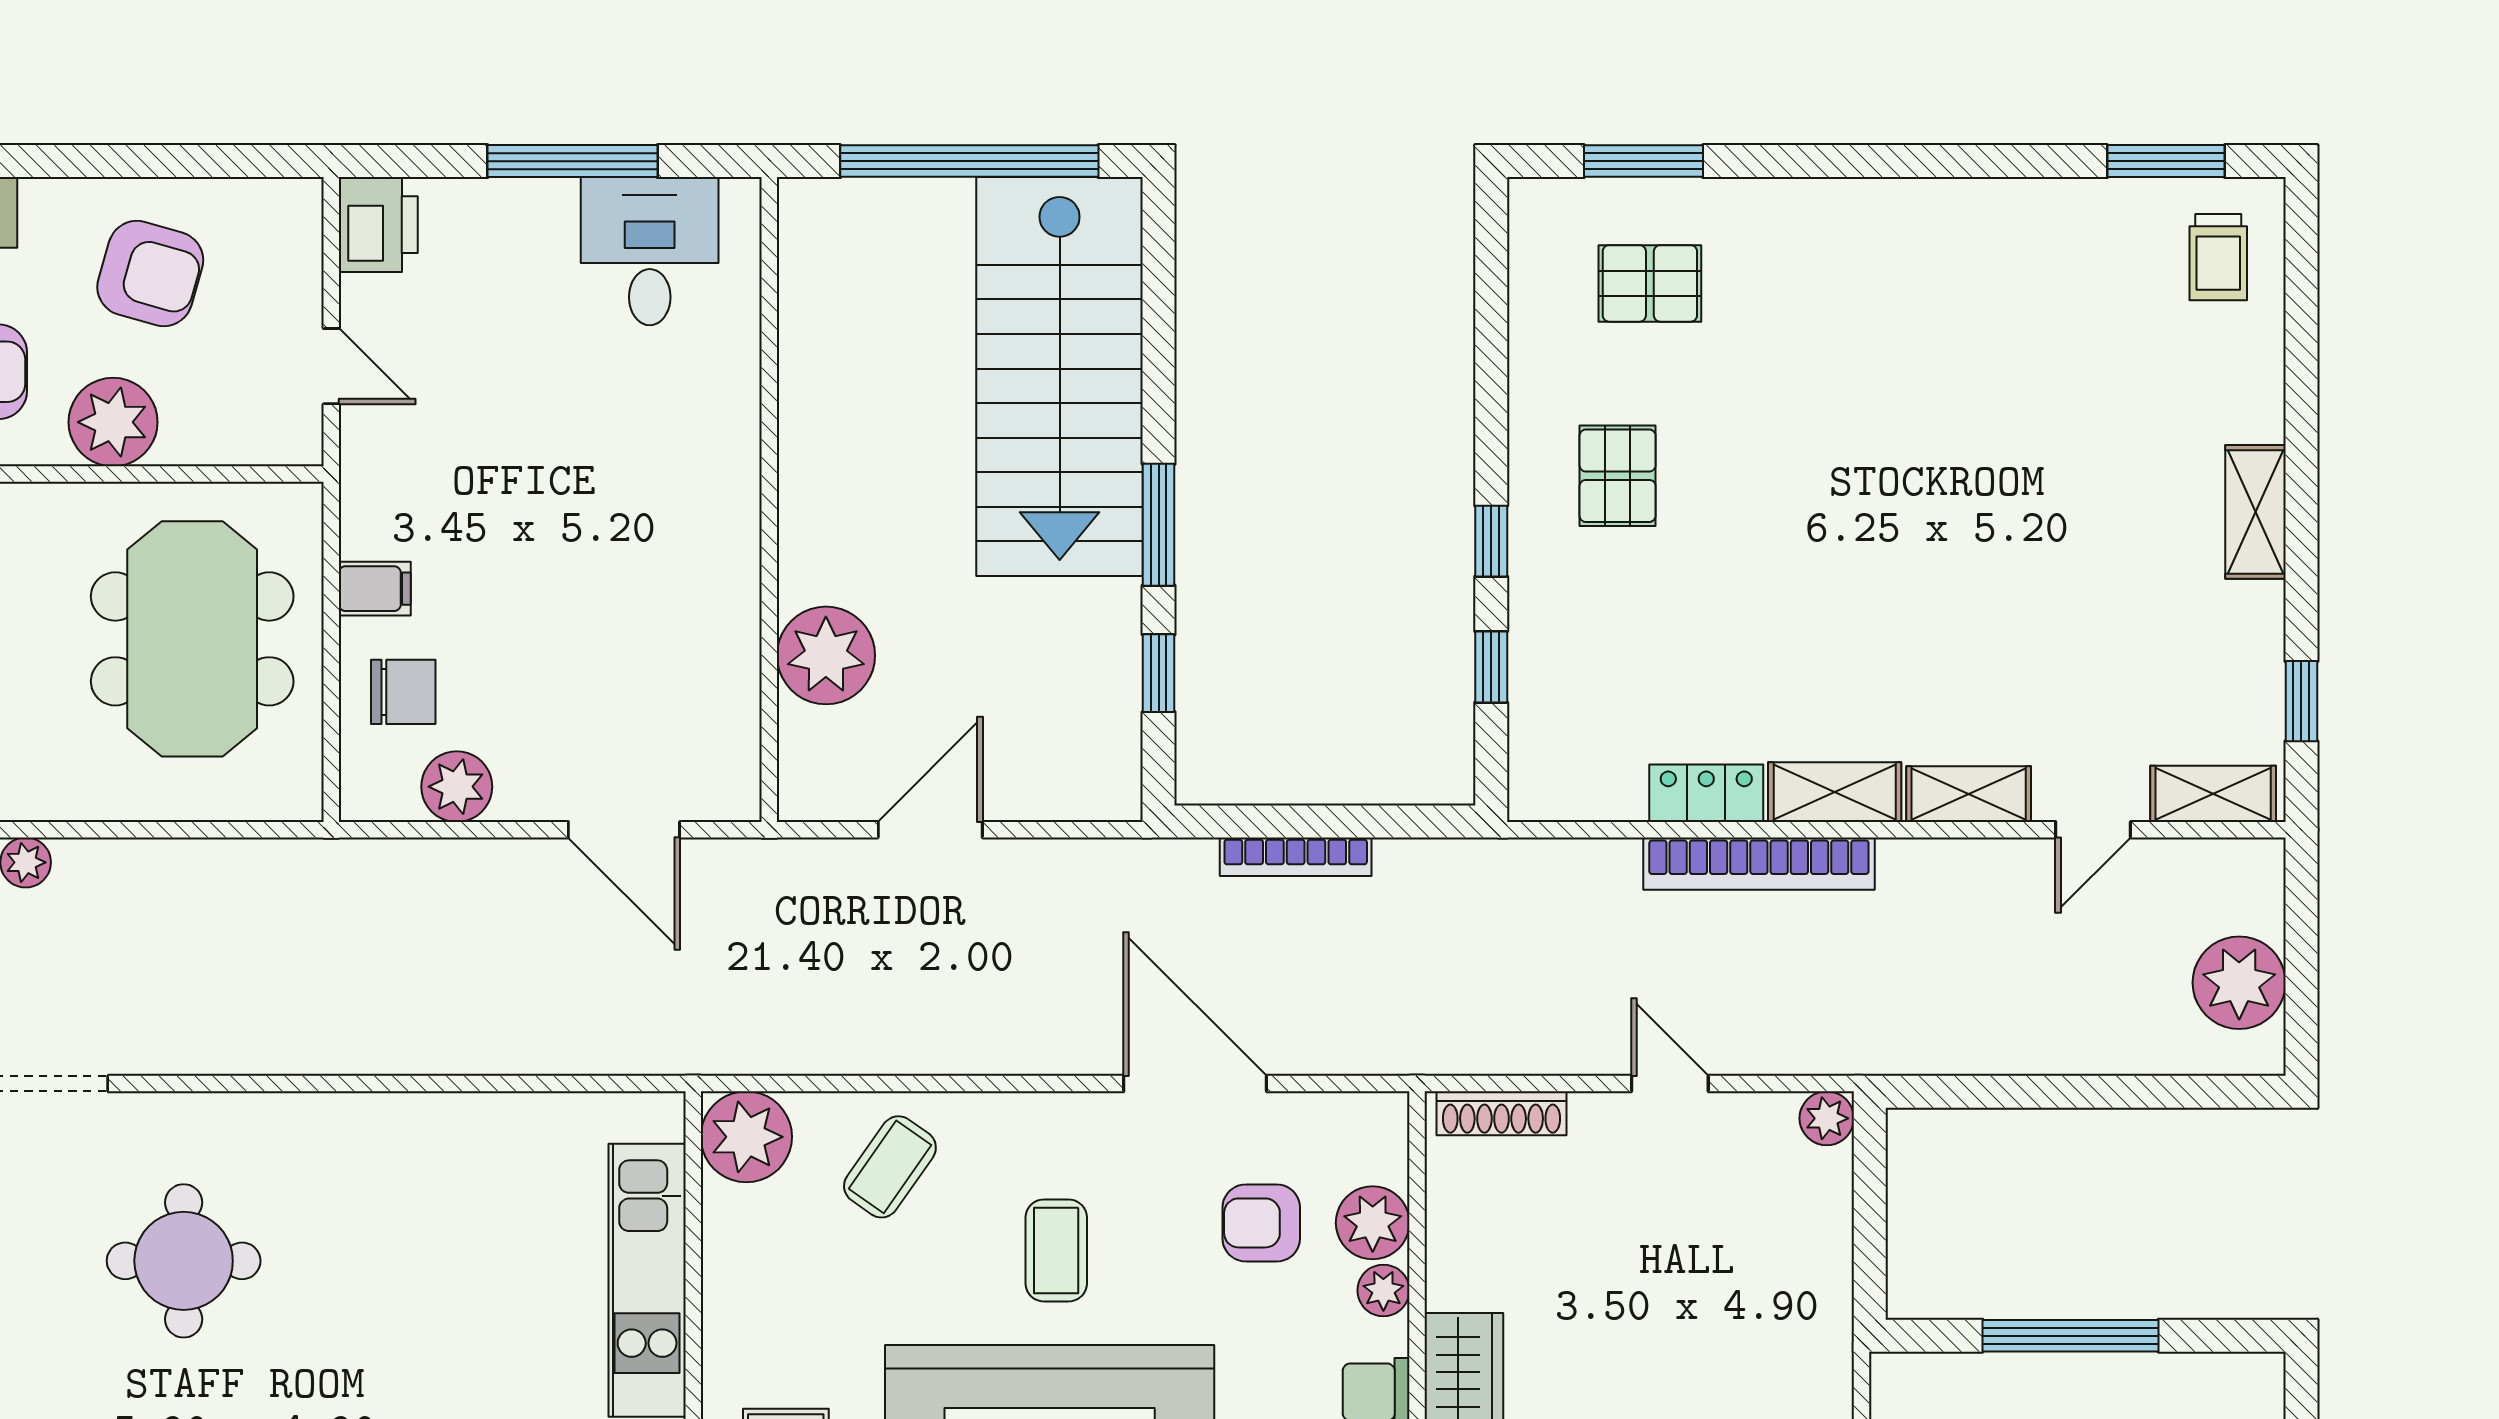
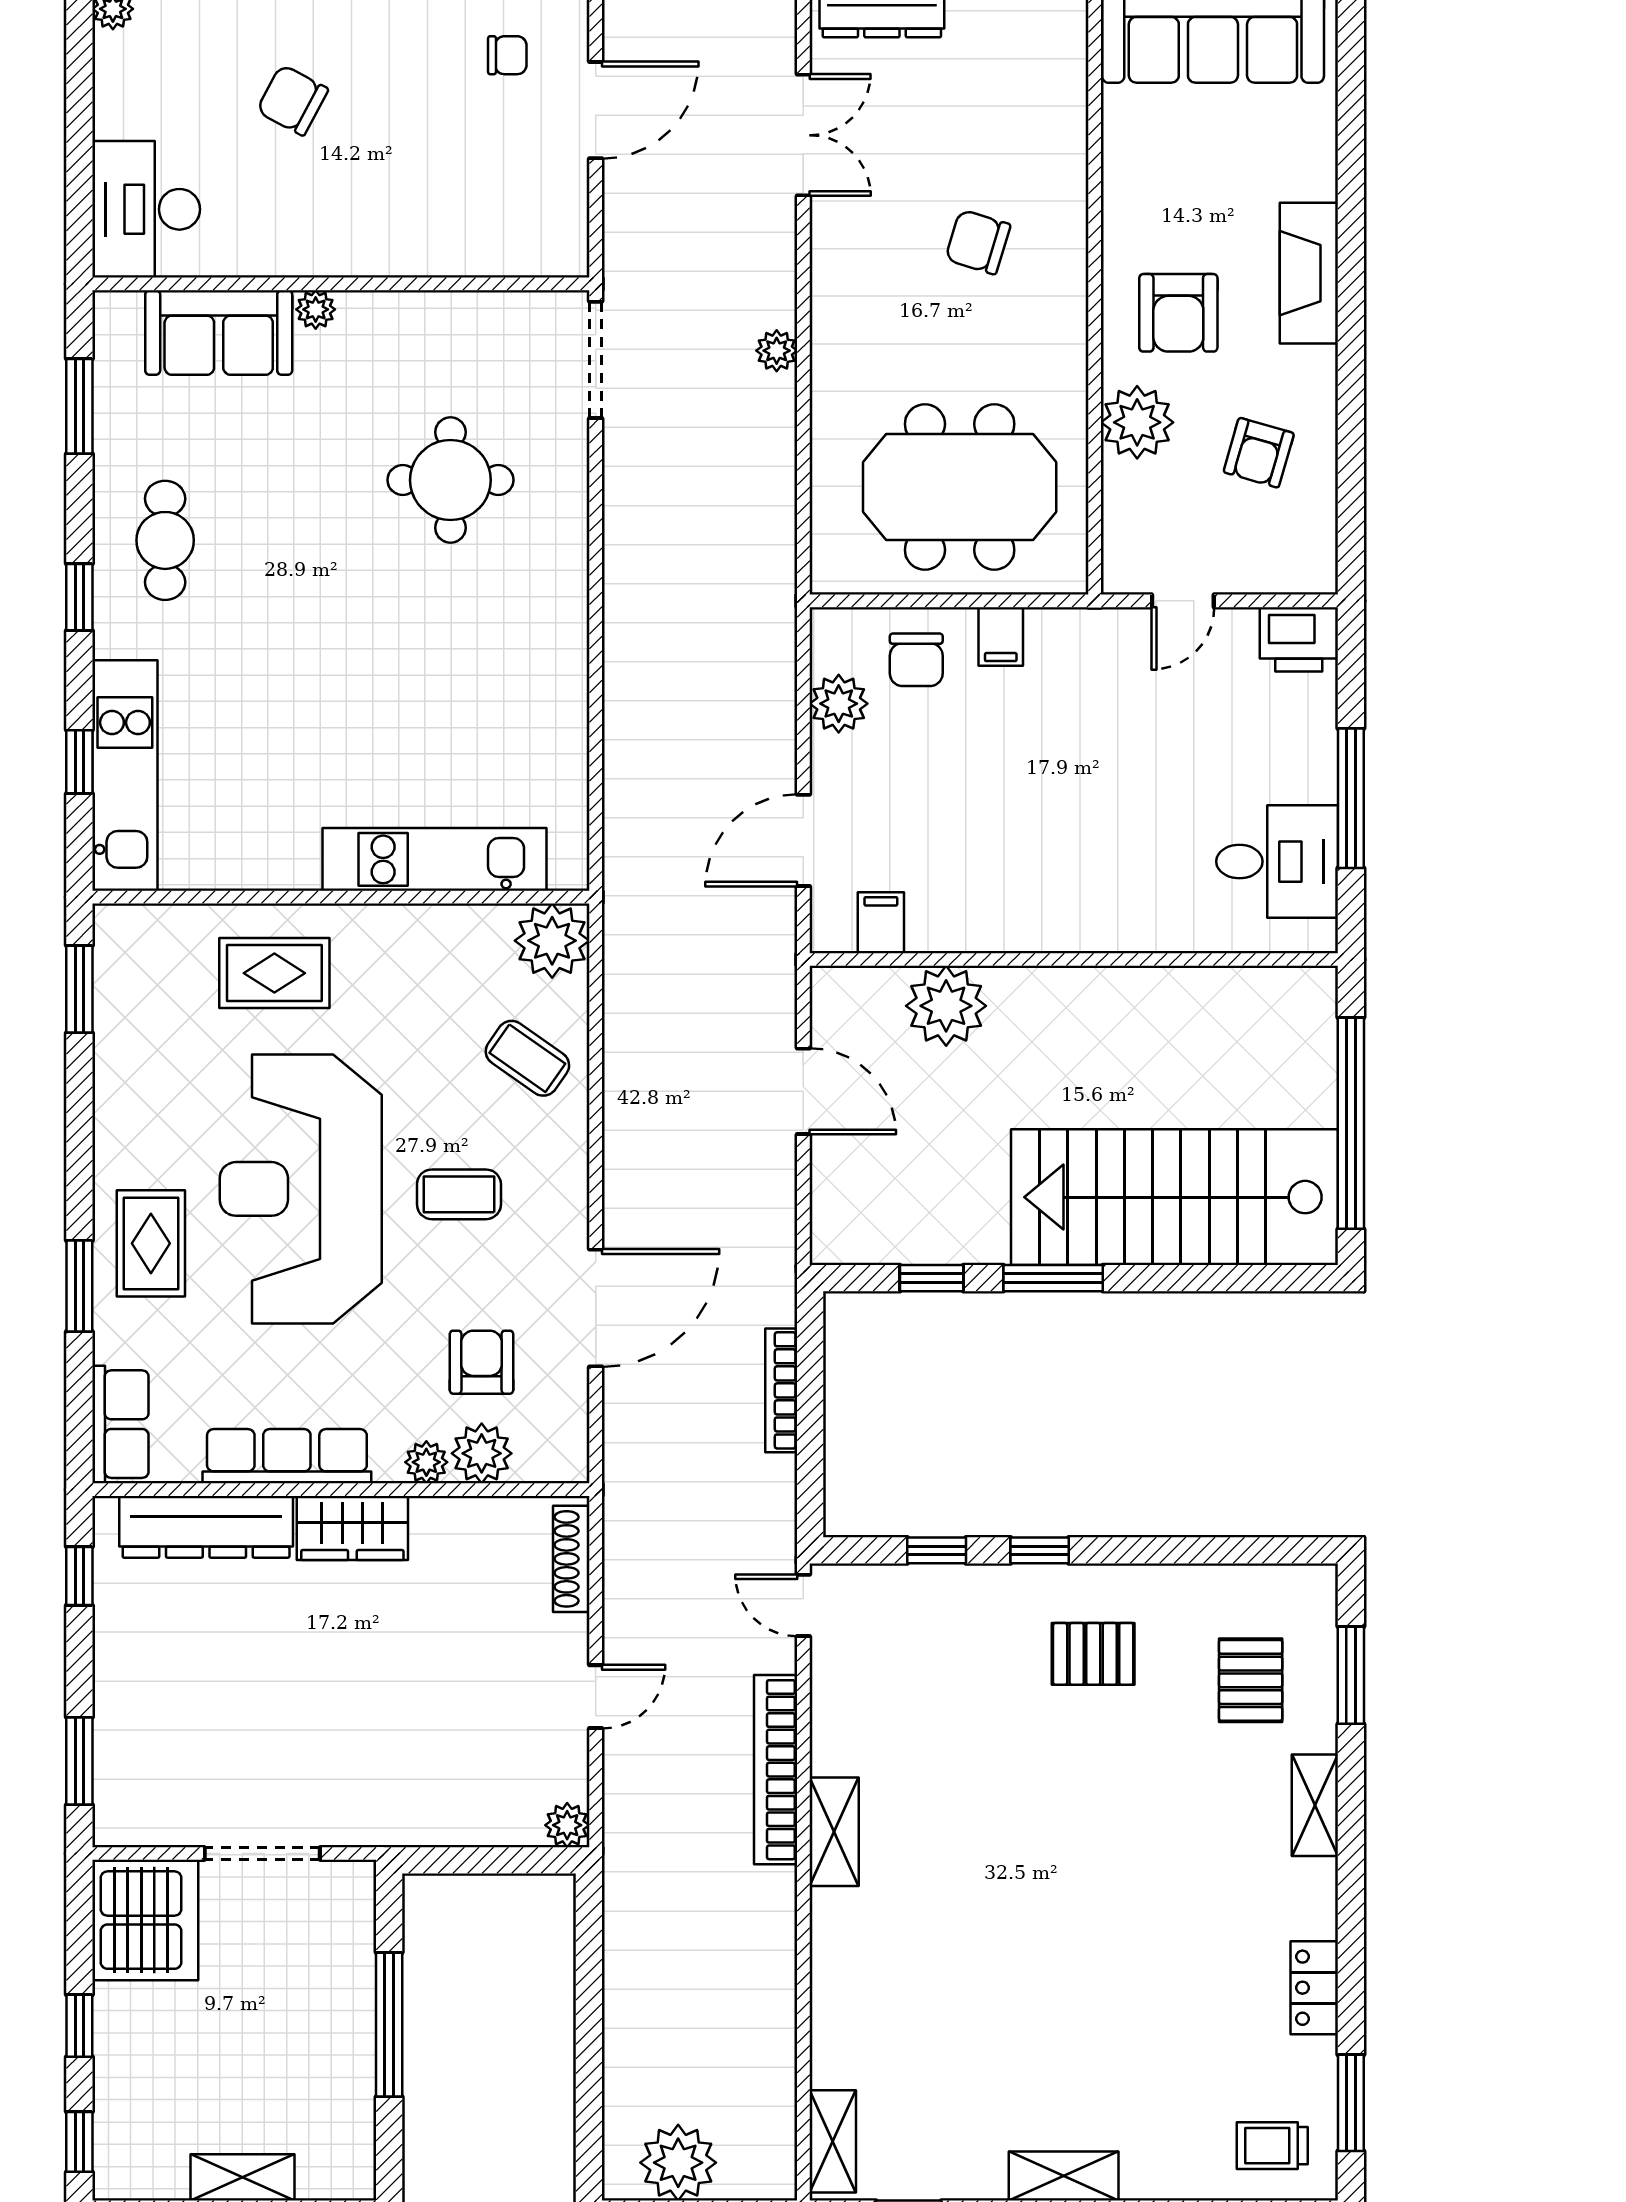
armchair: (150, 274) -> (1259, 453), width x0.72, depth x0.72
filing cabinet: (724, 735) -> (881, 923), added
locker: (1706, 793) -> (1314, 1988), moved, turned 180
shelving: (1969, 794) -> (1315, 1805), moved
door: (2093, 830) -> (803, 1605), moved

